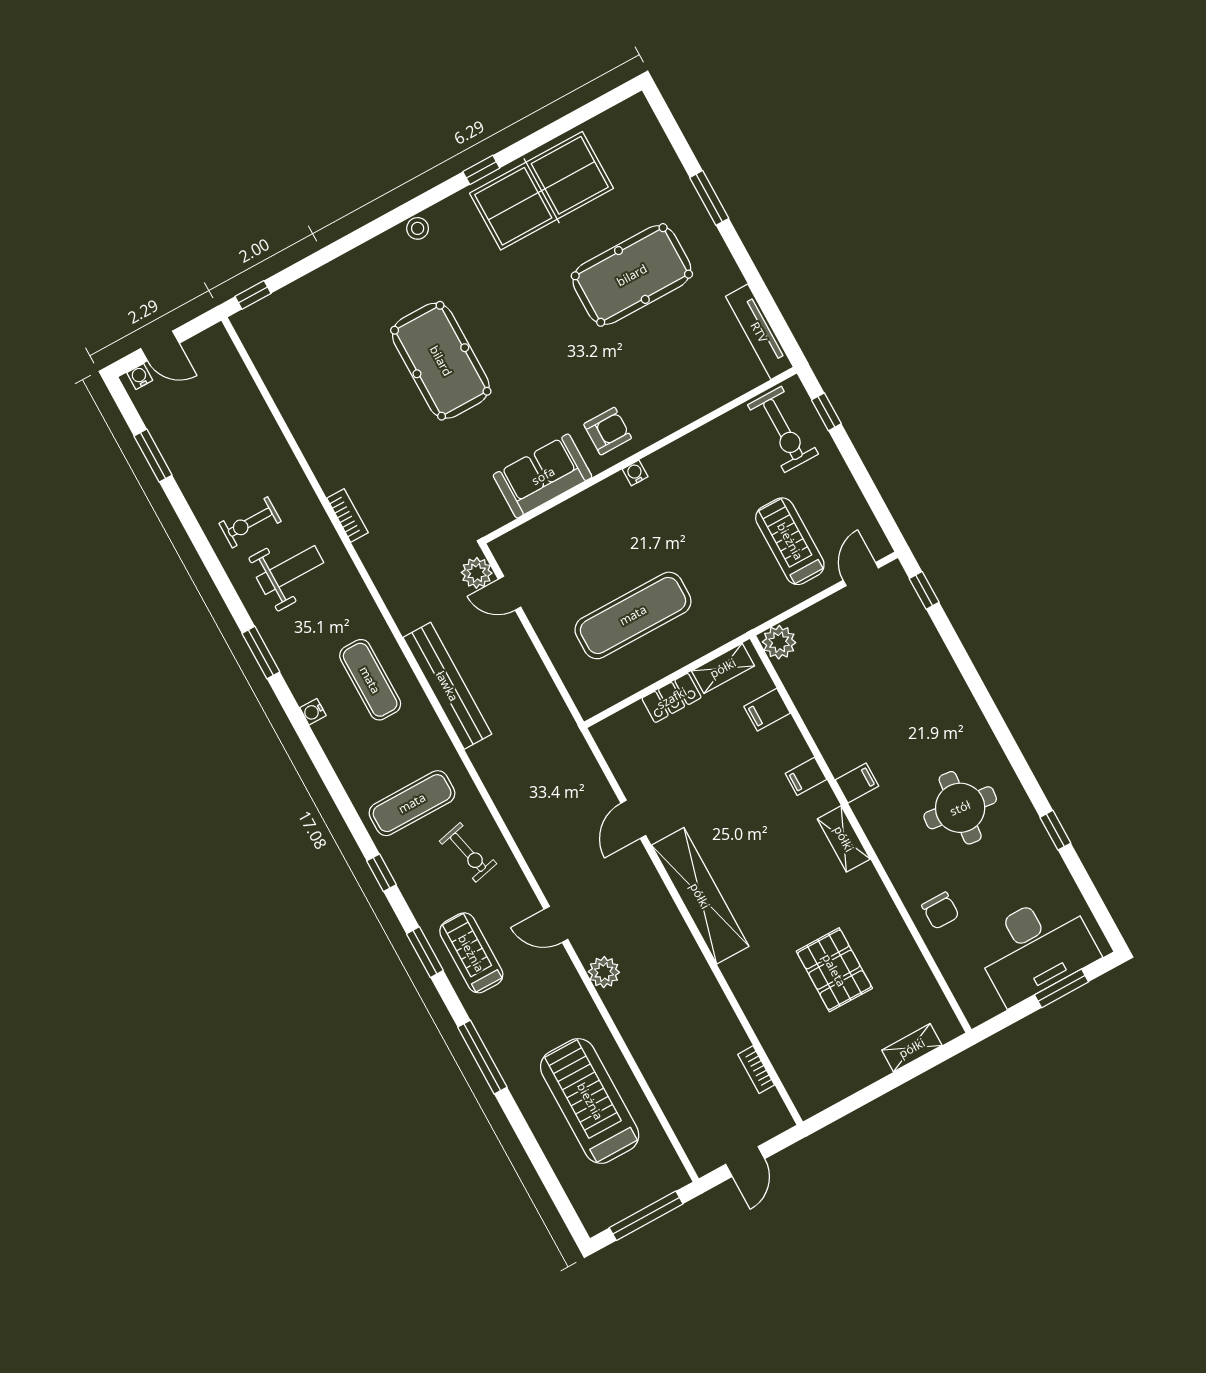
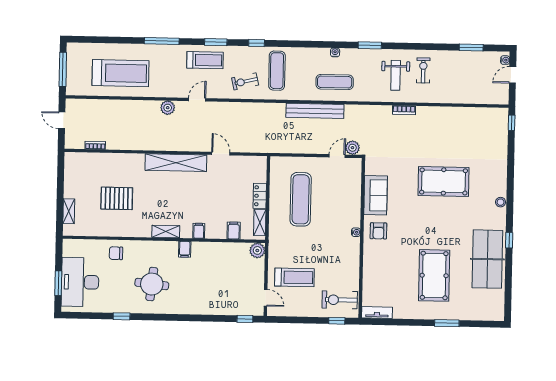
tv unit: (759, 332) -> (377, 313), width x0.71

